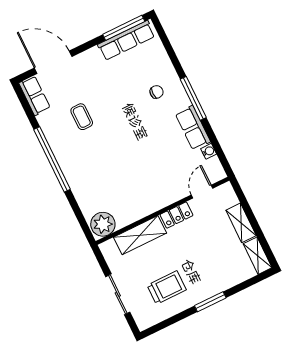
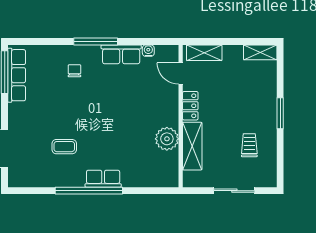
row of seats: (35, 96) -> (103, 179), moved
shelving: (241, 223) -> (204, 53), moved
plant: (103, 224) -> (167, 139), moved
trolley: (167, 288) -> (249, 145), width x0.73, depth x0.72

